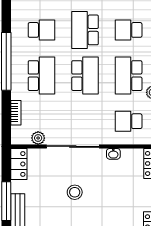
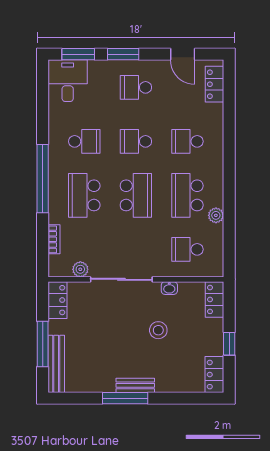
school desk: (85, 30) -> (136, 141), width x0.54
school desk: (41, 76) -> (84, 195), turned 180
stool: (75, 192) -> (158, 330), moved

